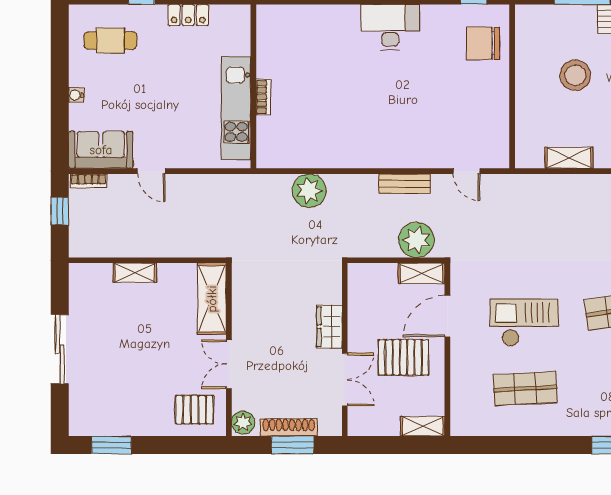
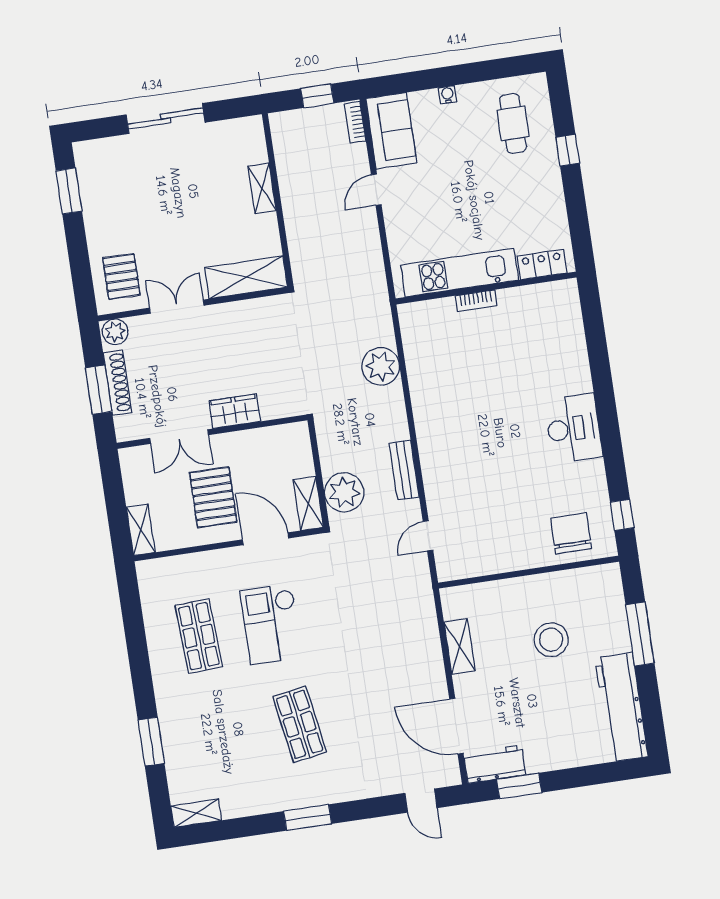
locker: (188, 15) -> (542, 265), moved, turned 90
checkout: (524, 323) -> (271, 624), turned 180

